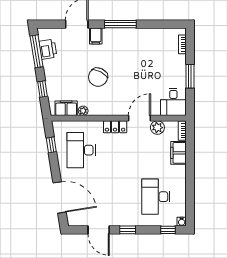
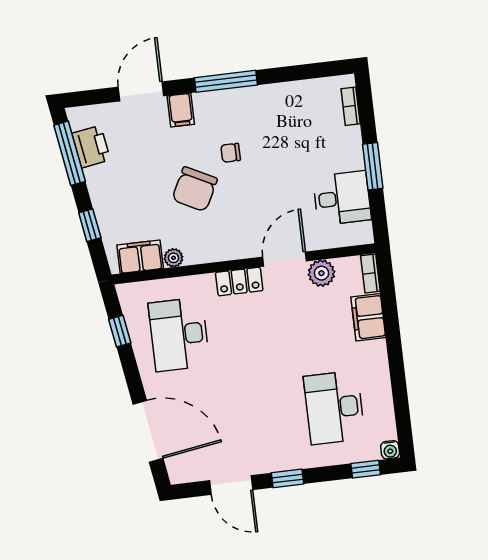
chair: (118, 61) -> (231, 153), added
desk: (173, 102) -> (342, 198), moved, turned -90

